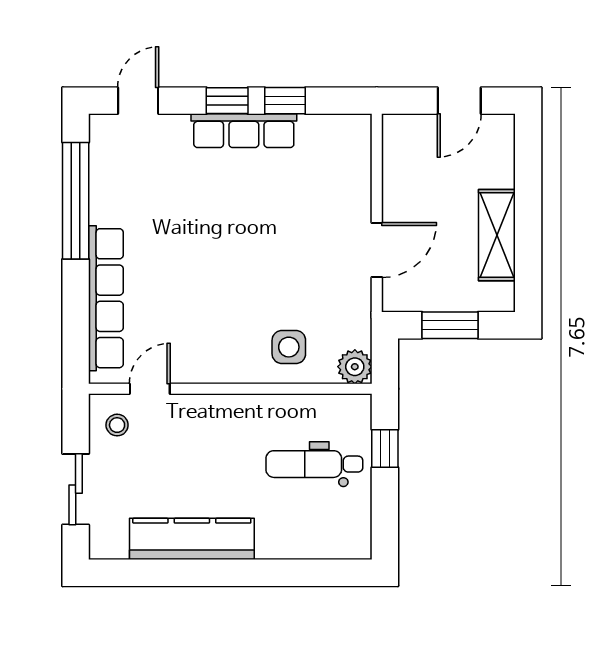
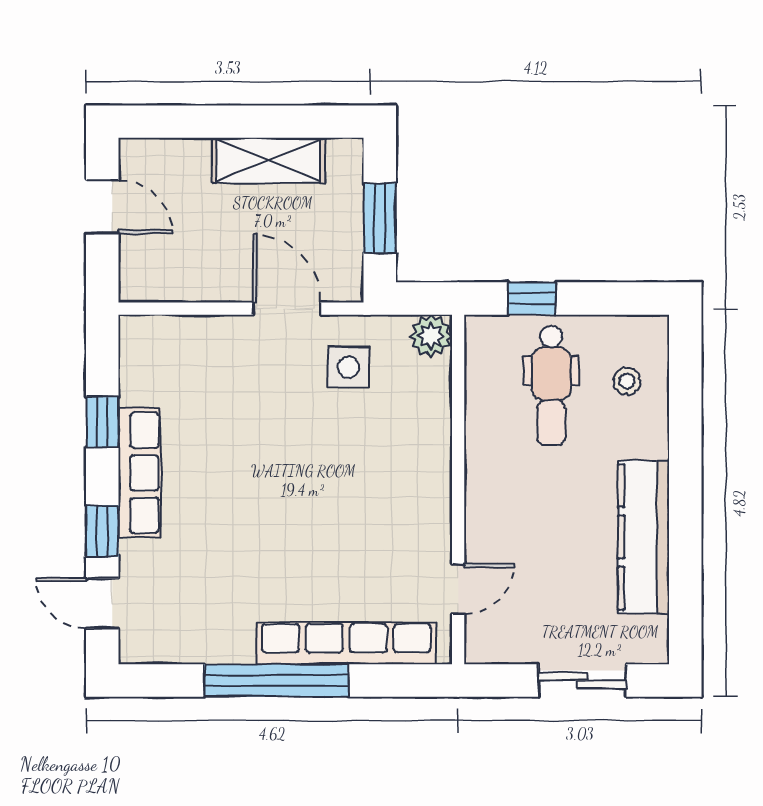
window: (227, 101) -> (102, 531), moved
window: (76, 201) -> (276, 680), moved
side table: (289, 347) -> (348, 367), moved
door: (150, 389) -> (458, 589), swing flipped
stool: (117, 425) -> (627, 381), moved

